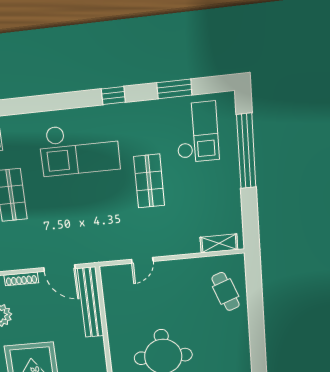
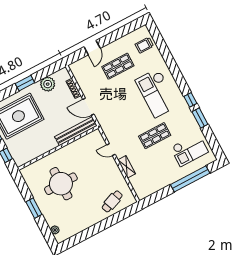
window: (174, 89) -> (200, 118), moved
shelving: (219, 243) -> (127, 167), moved
door: (59, 268) -> (88, 107), hinge flipped

